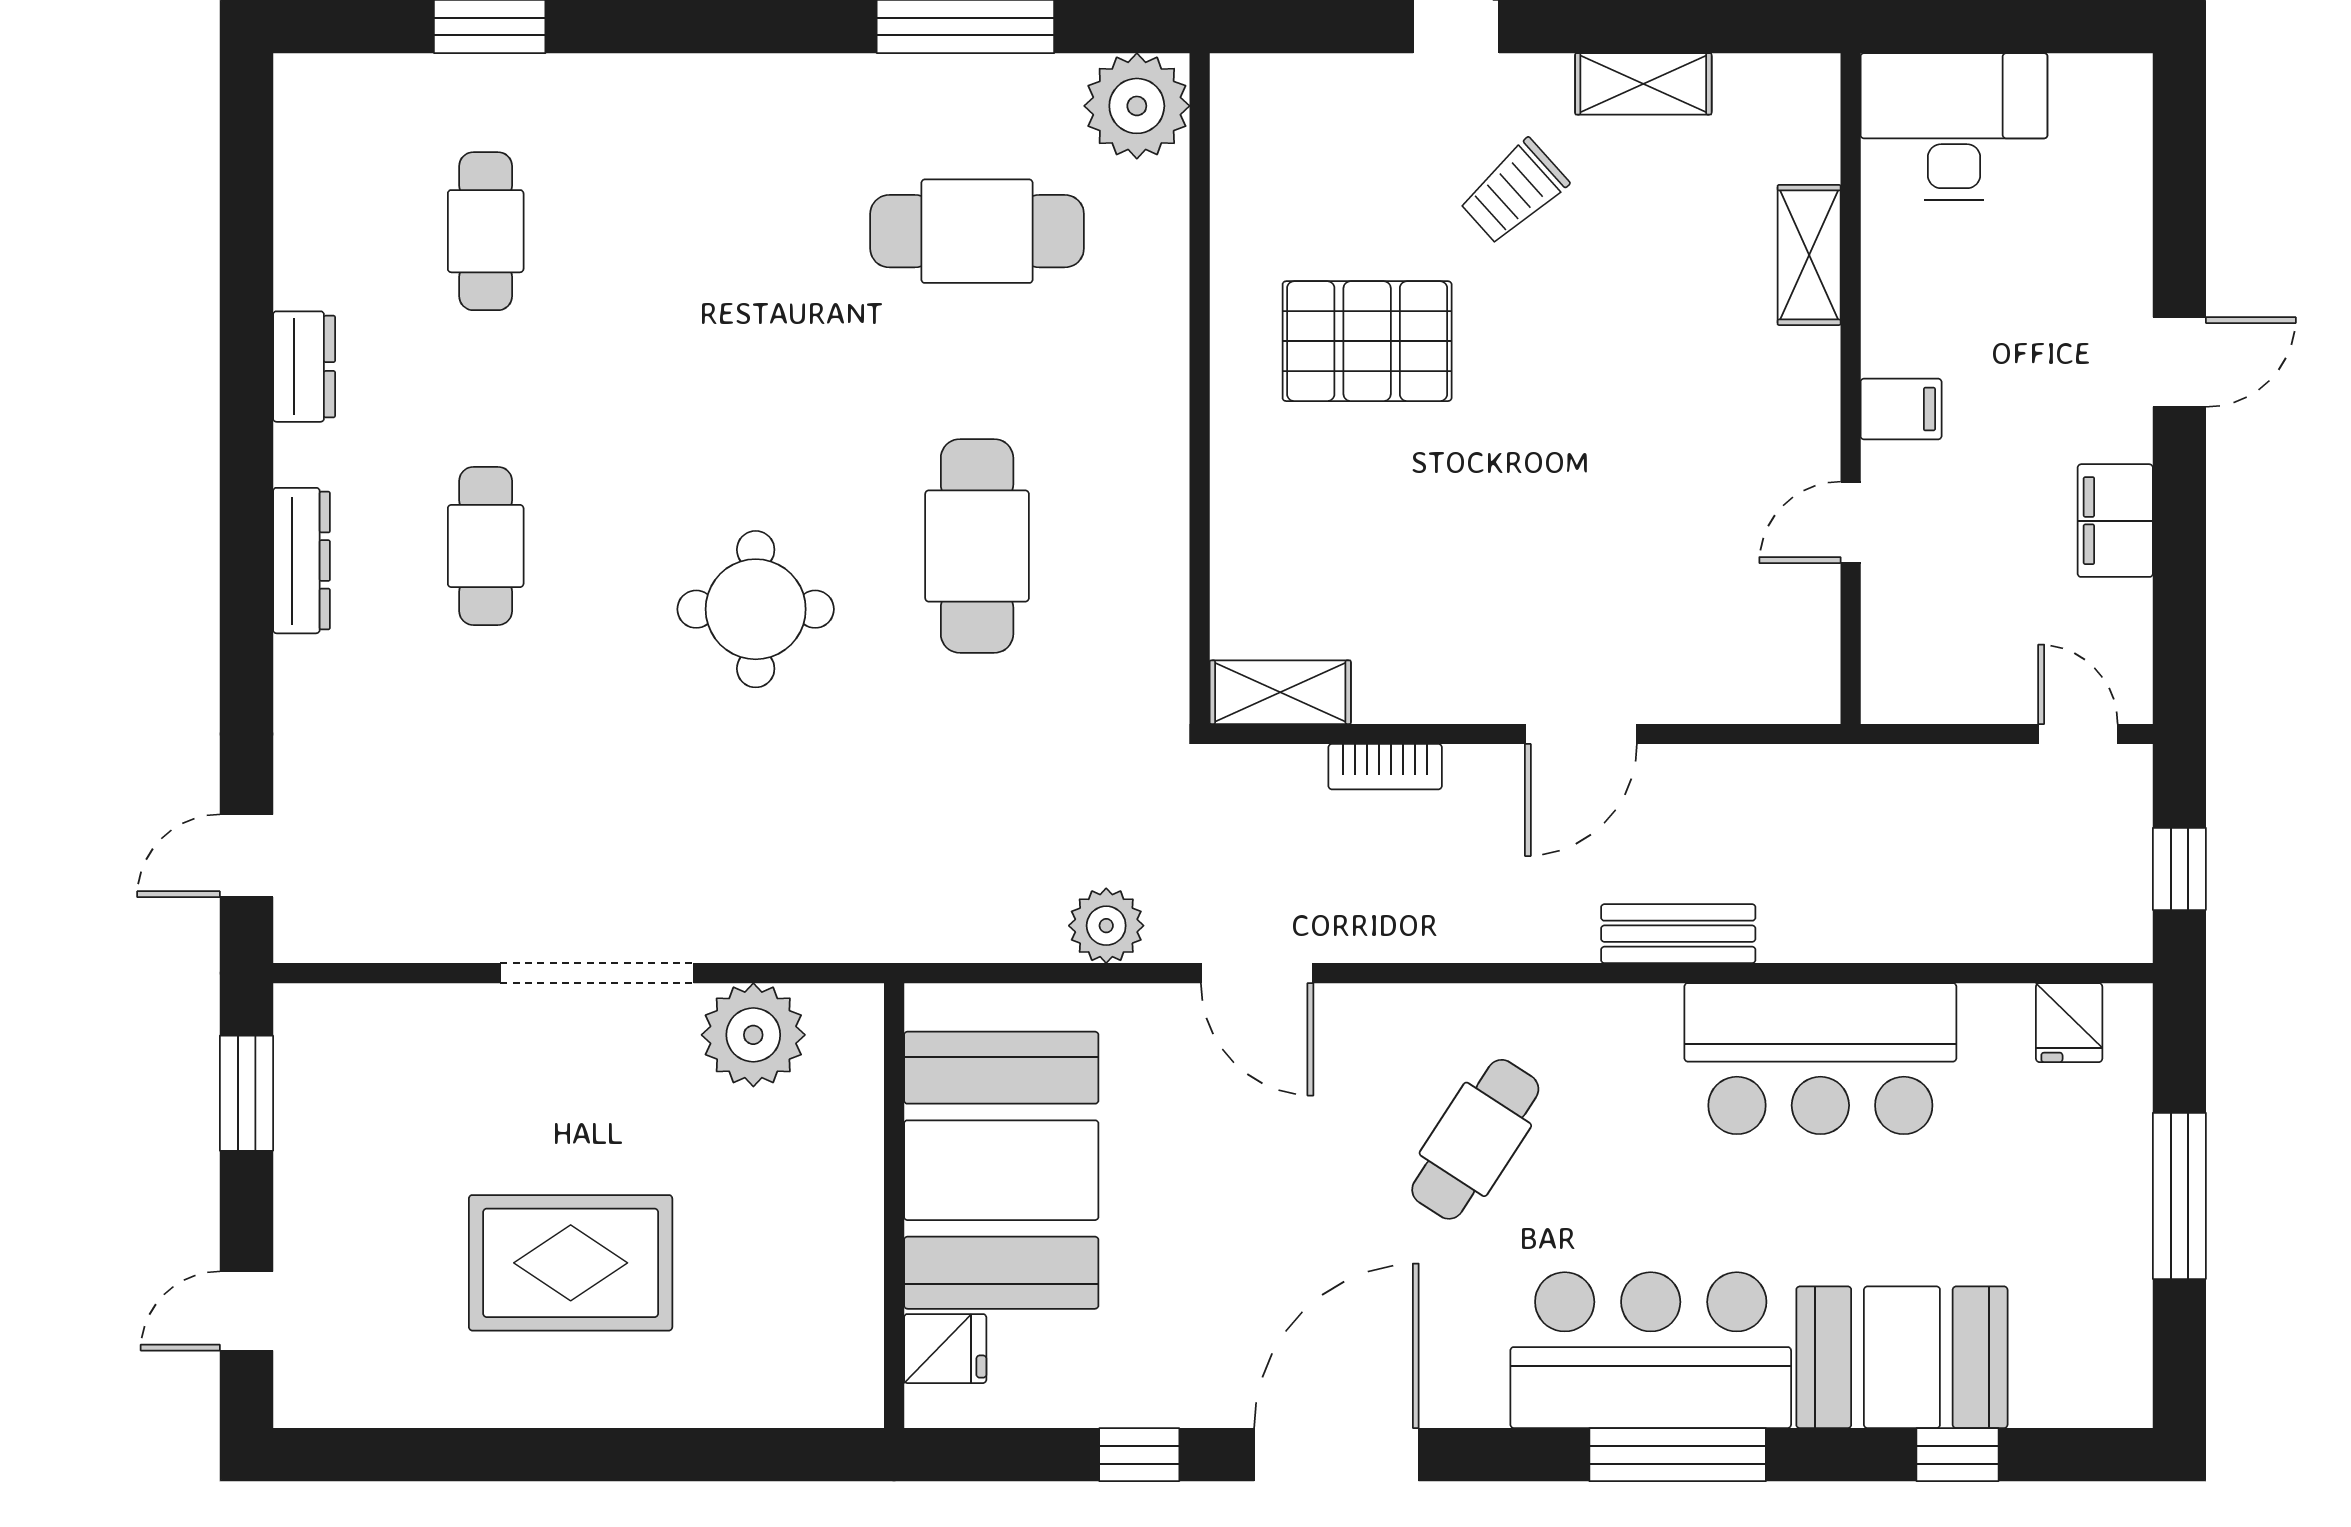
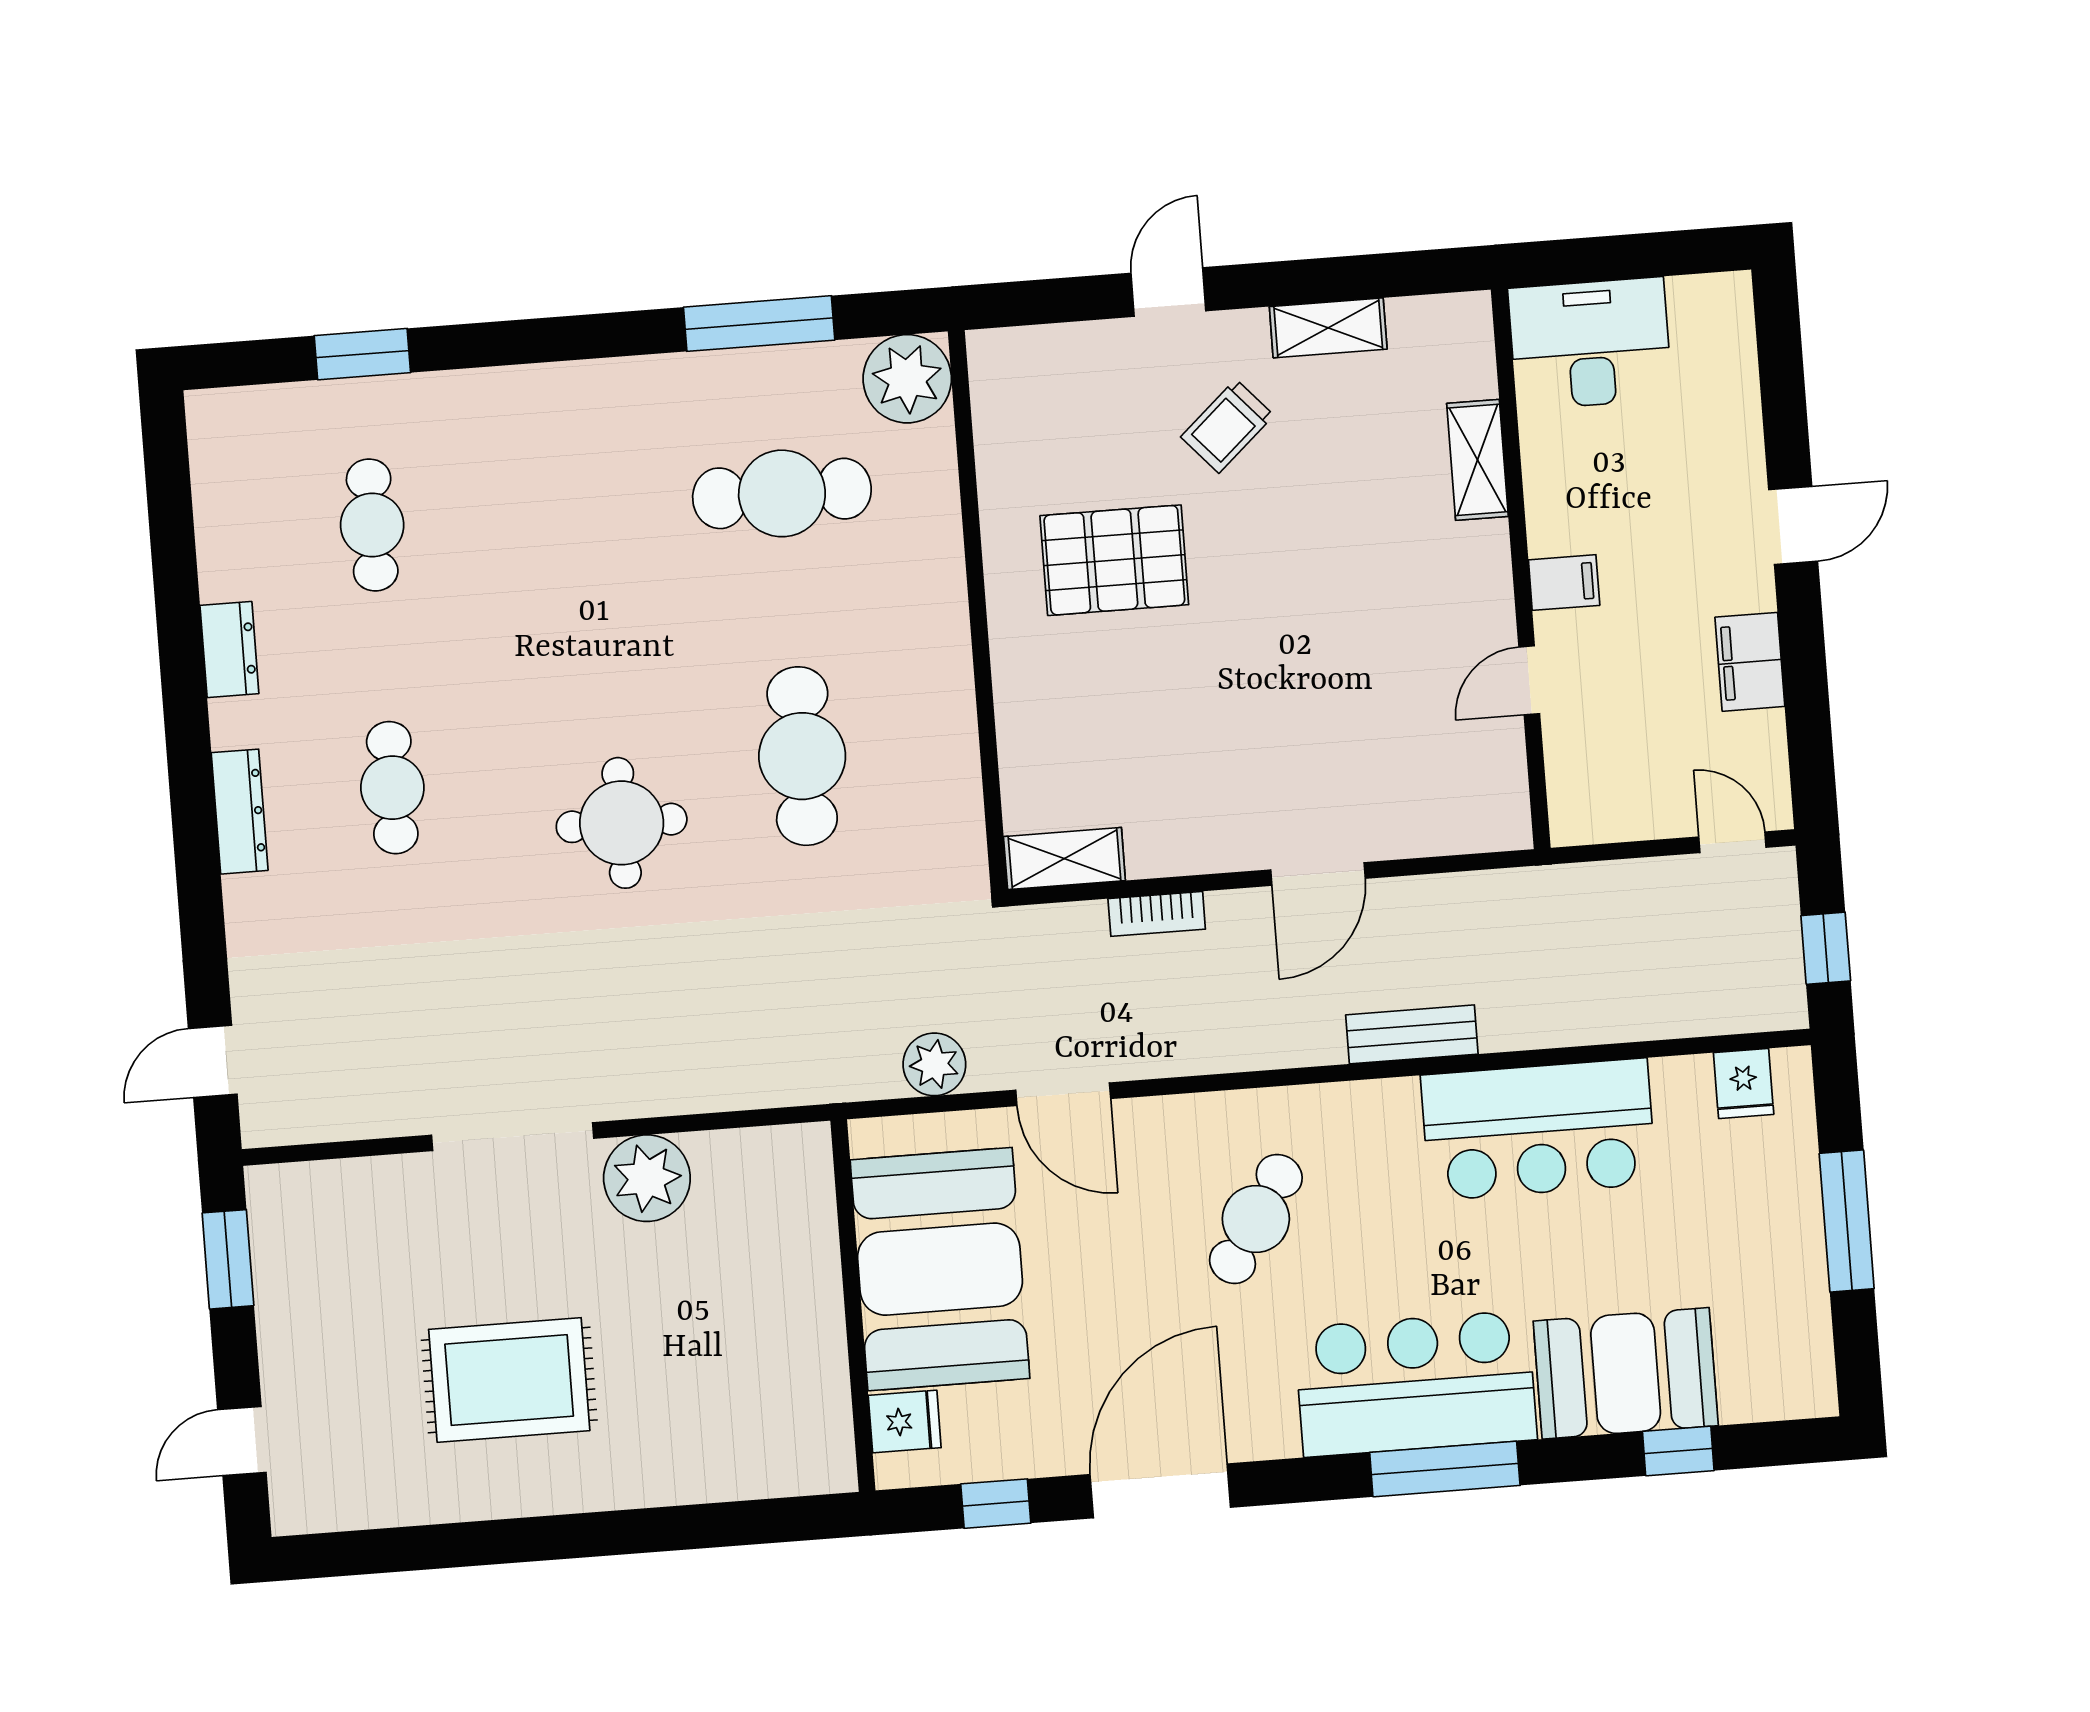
booth: (1001, 1170) -> (940, 1269), moved
wall: (894, 1206) -> (853, 1306), moved
fridge: (945, 1349) -> (905, 1422), moved

